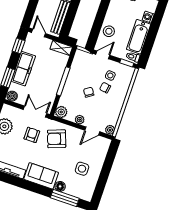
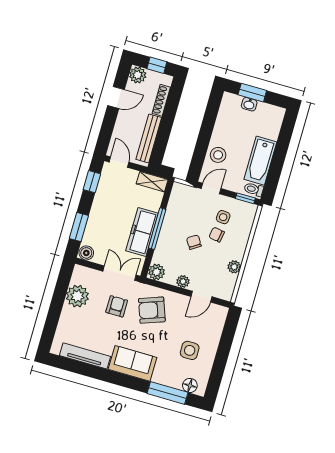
washing machine: (148, 17) -> (273, 132), removed
freezer: (23, 69) -> (142, 232), moved, turned 180
plant: (110, 130) -> (234, 267), moved
floor lamp: (60, 186) -> (190, 385), moved

